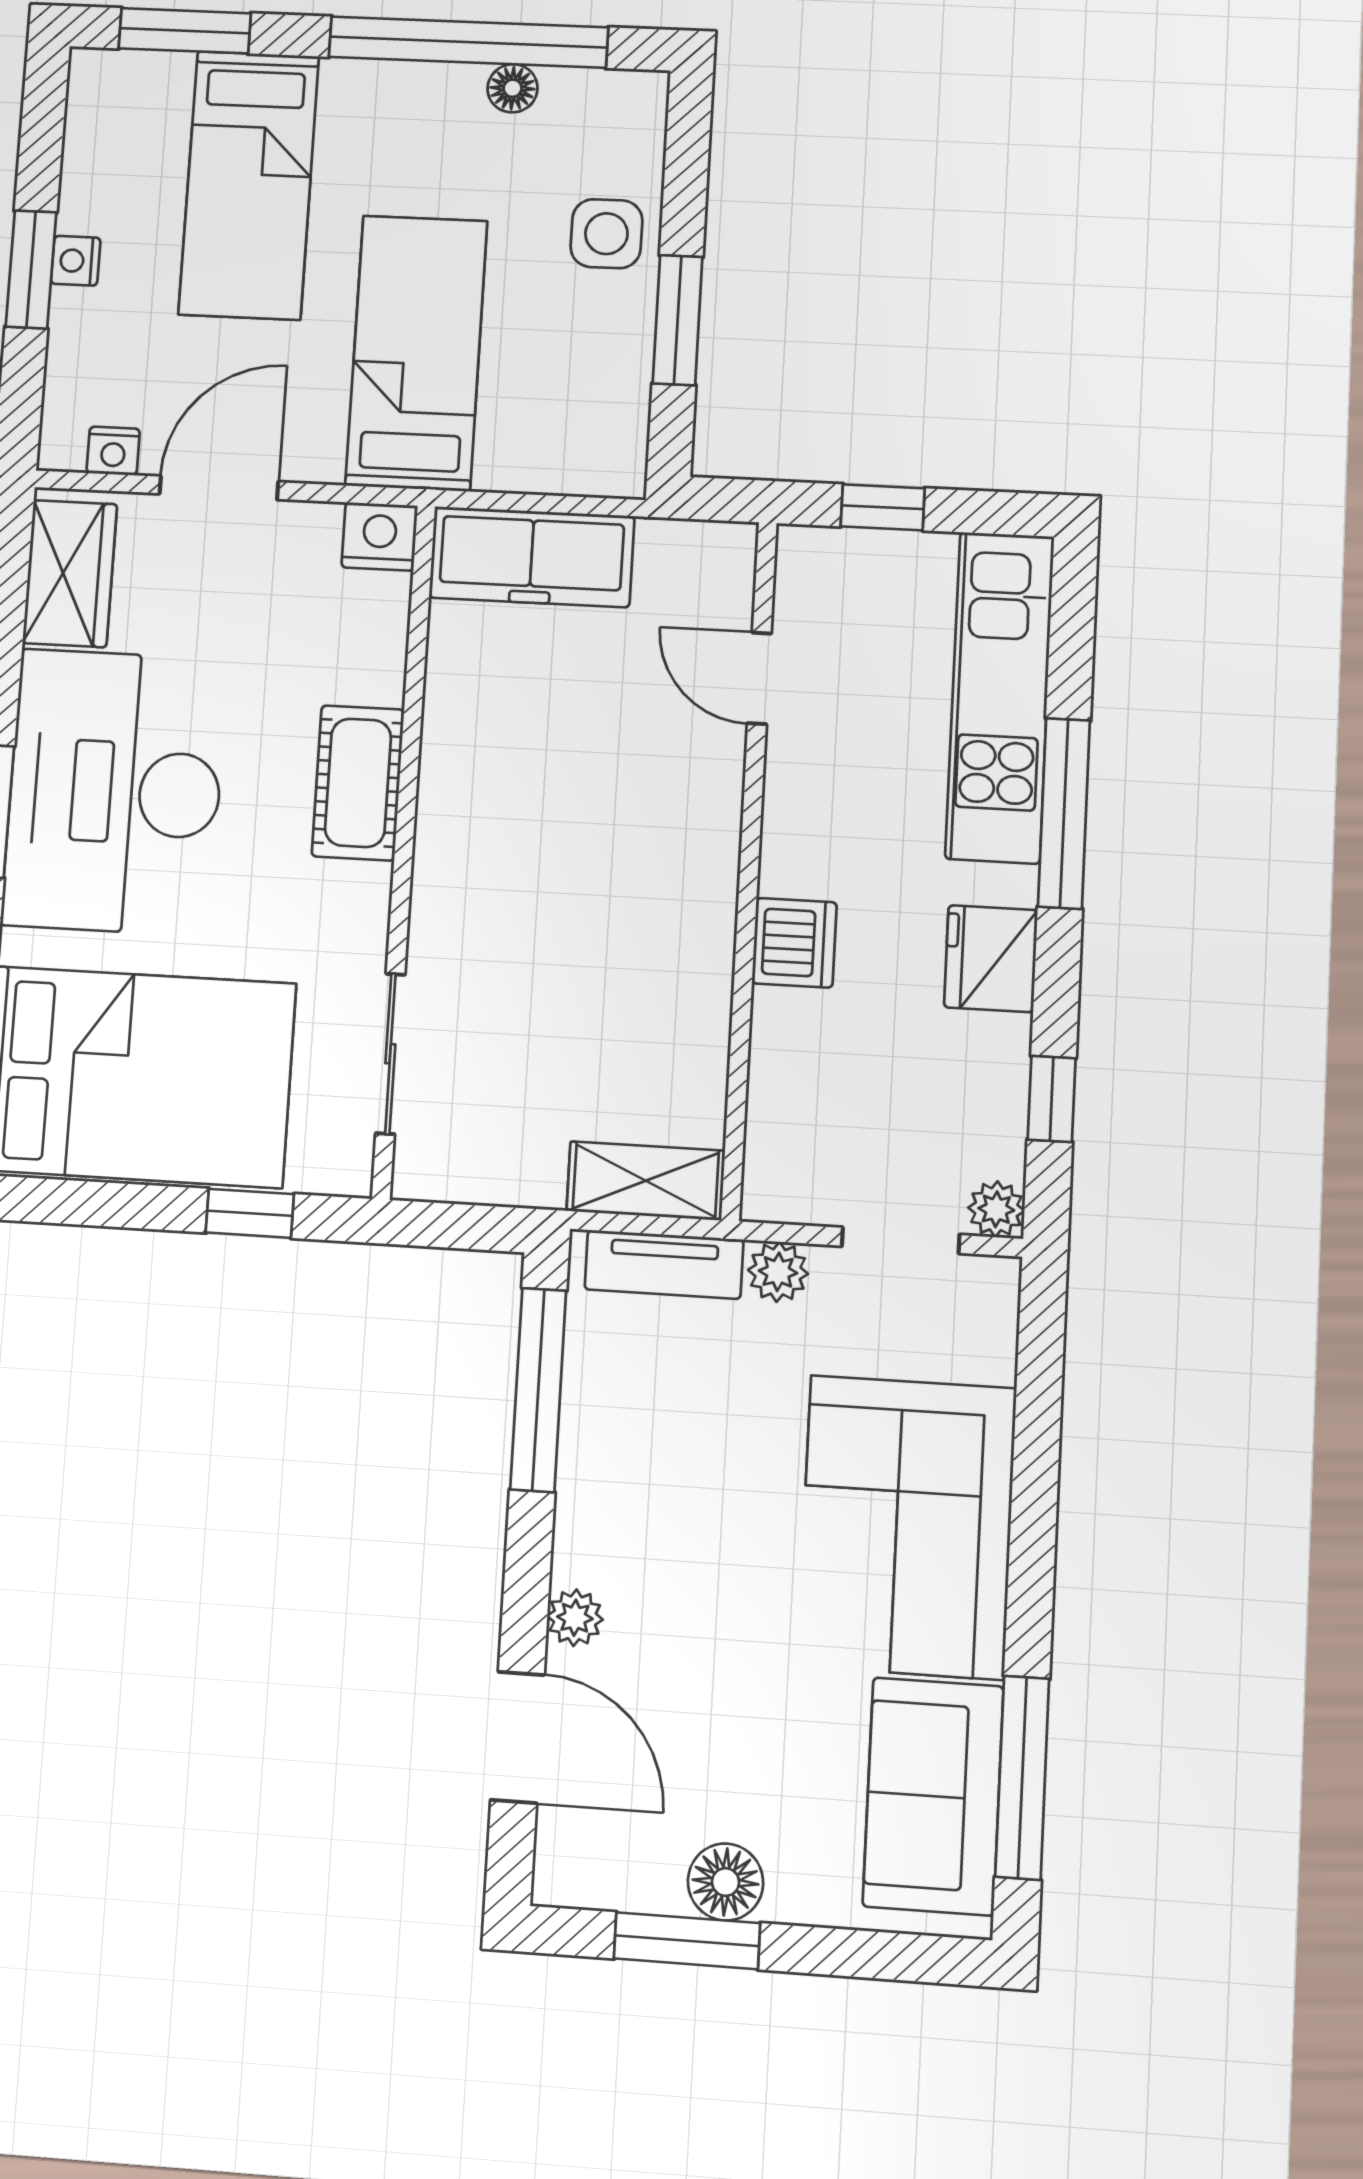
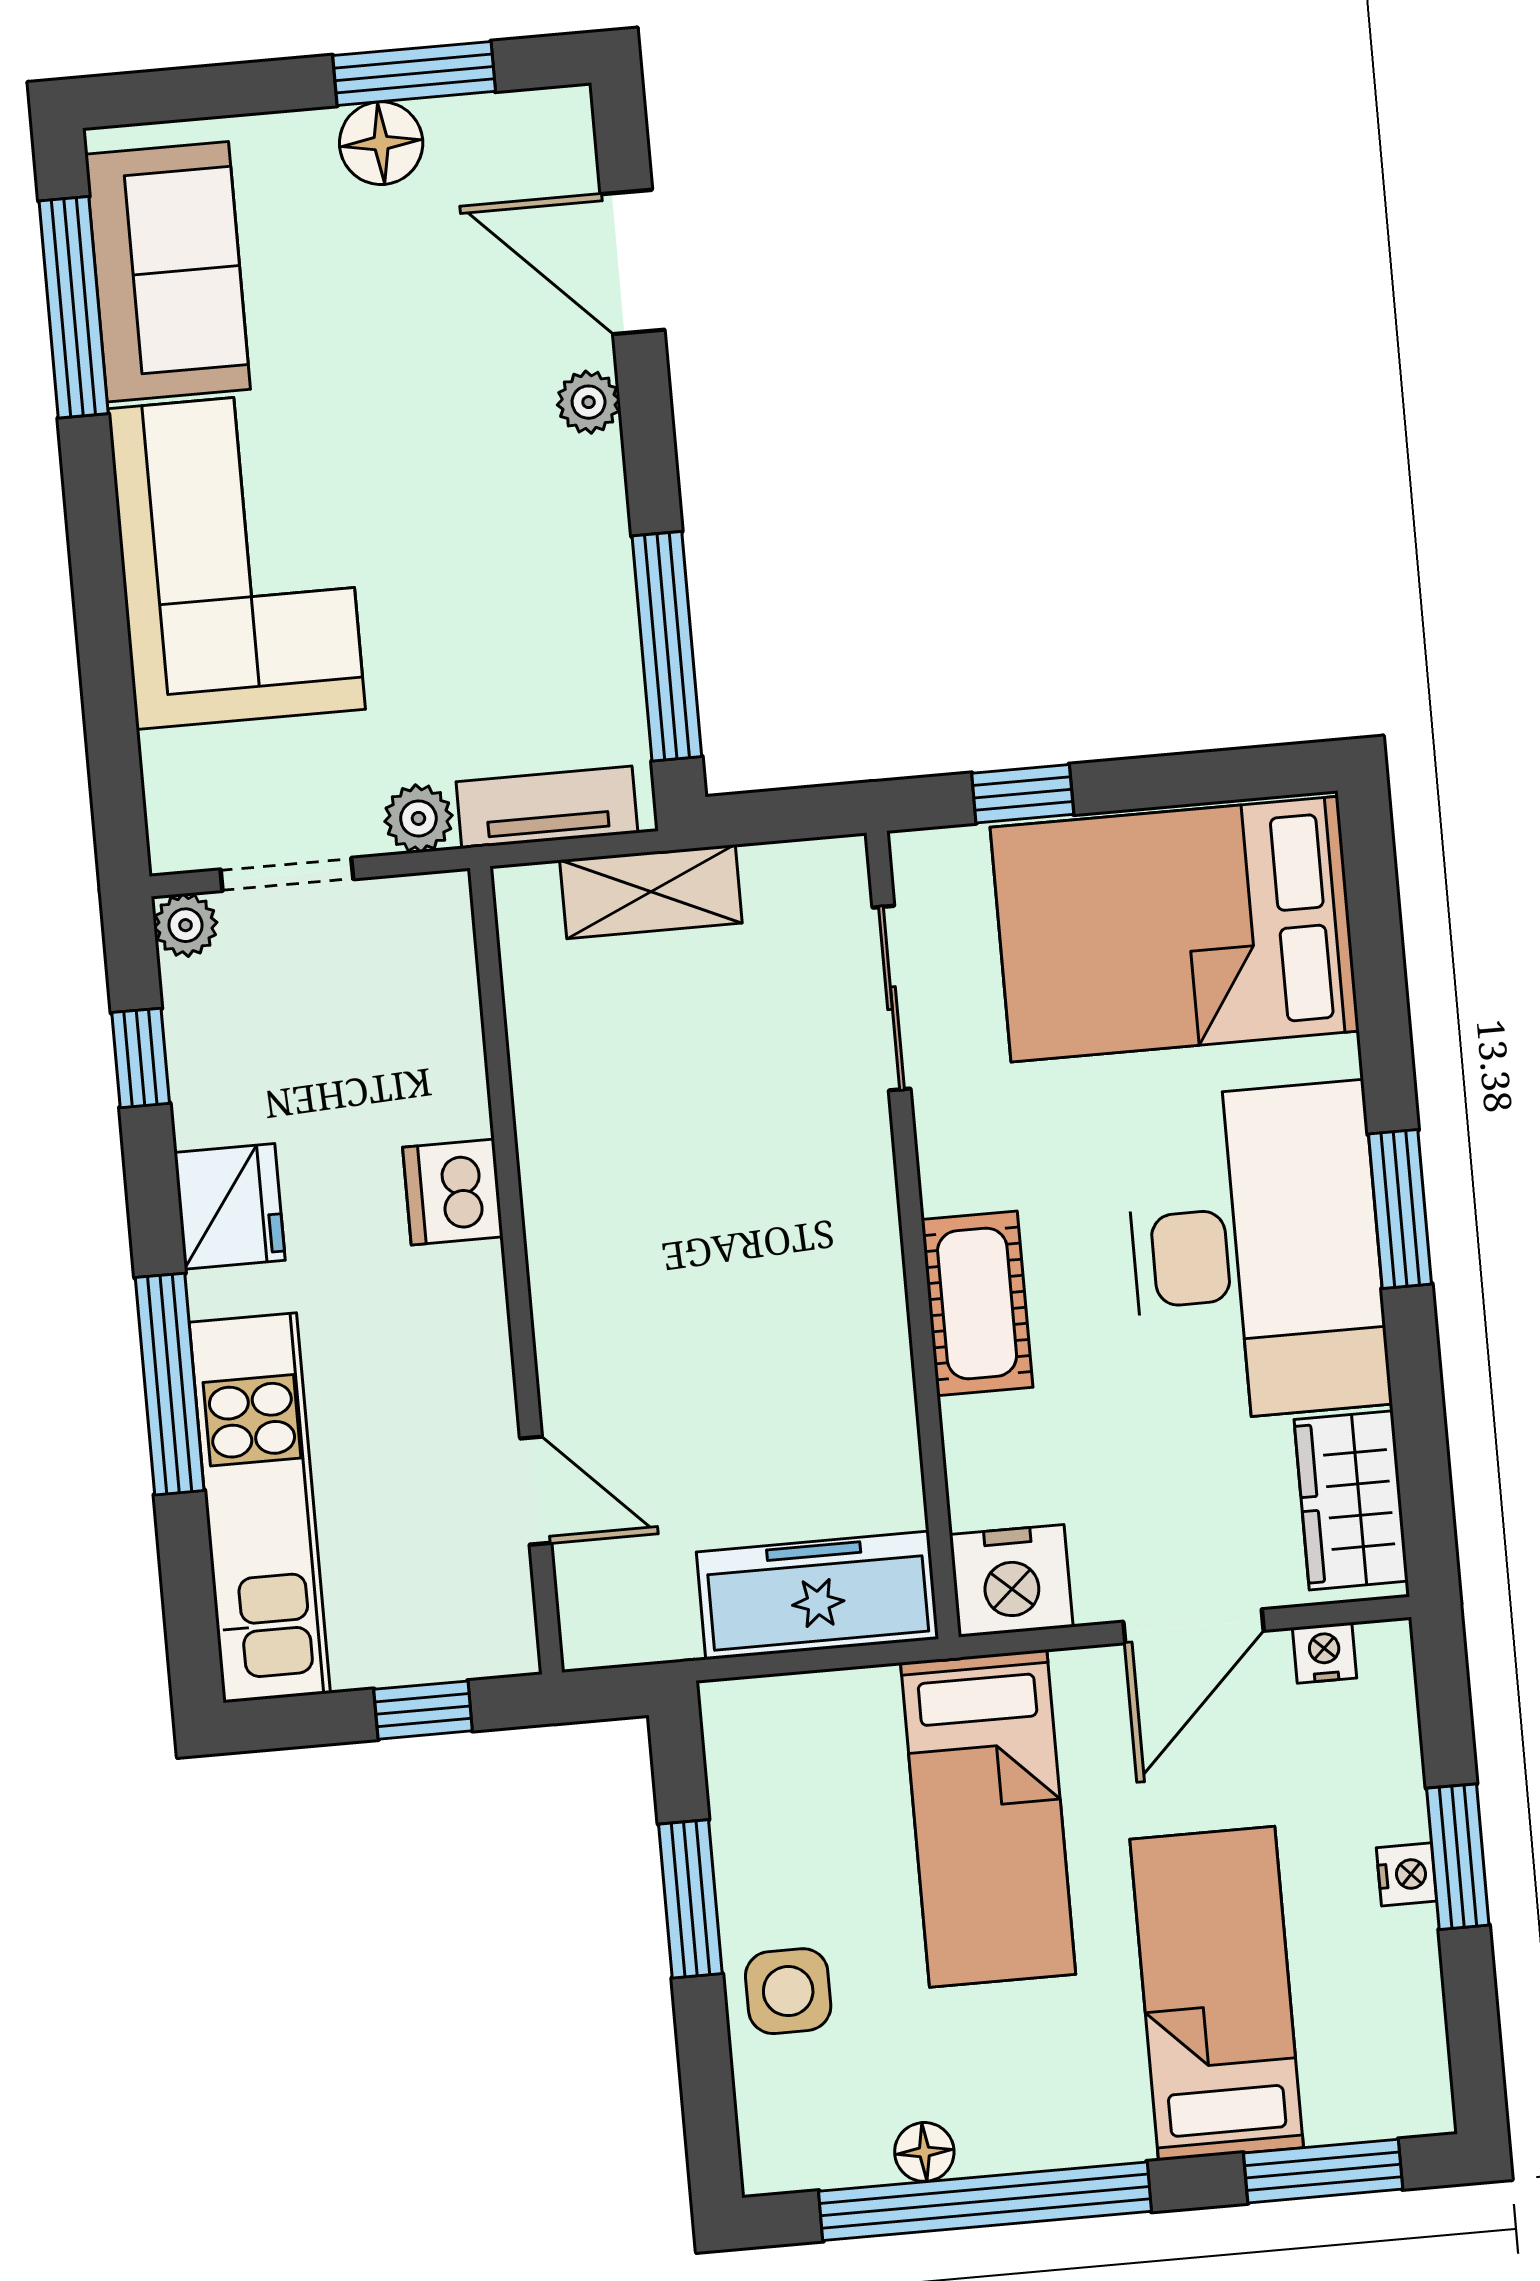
nightstand: (380, 536) -> (1011, 1581), width x1.36, depth x1.33
shelving: (646, 1181) -> (651, 892), moved

